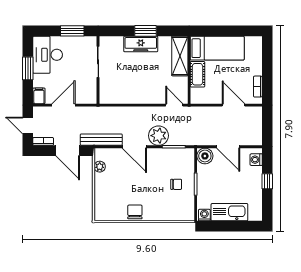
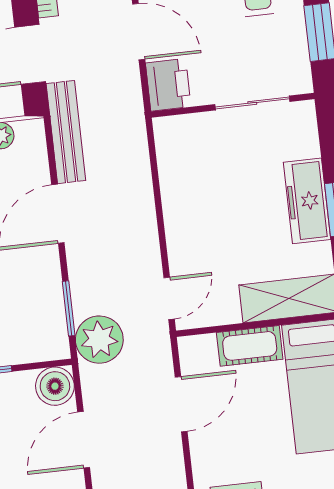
printer: (87, 95) -> (168, 85), added
door: (234, 105) -> (181, 404), moved
plant: (158, 136) -> (99, 340), moved

